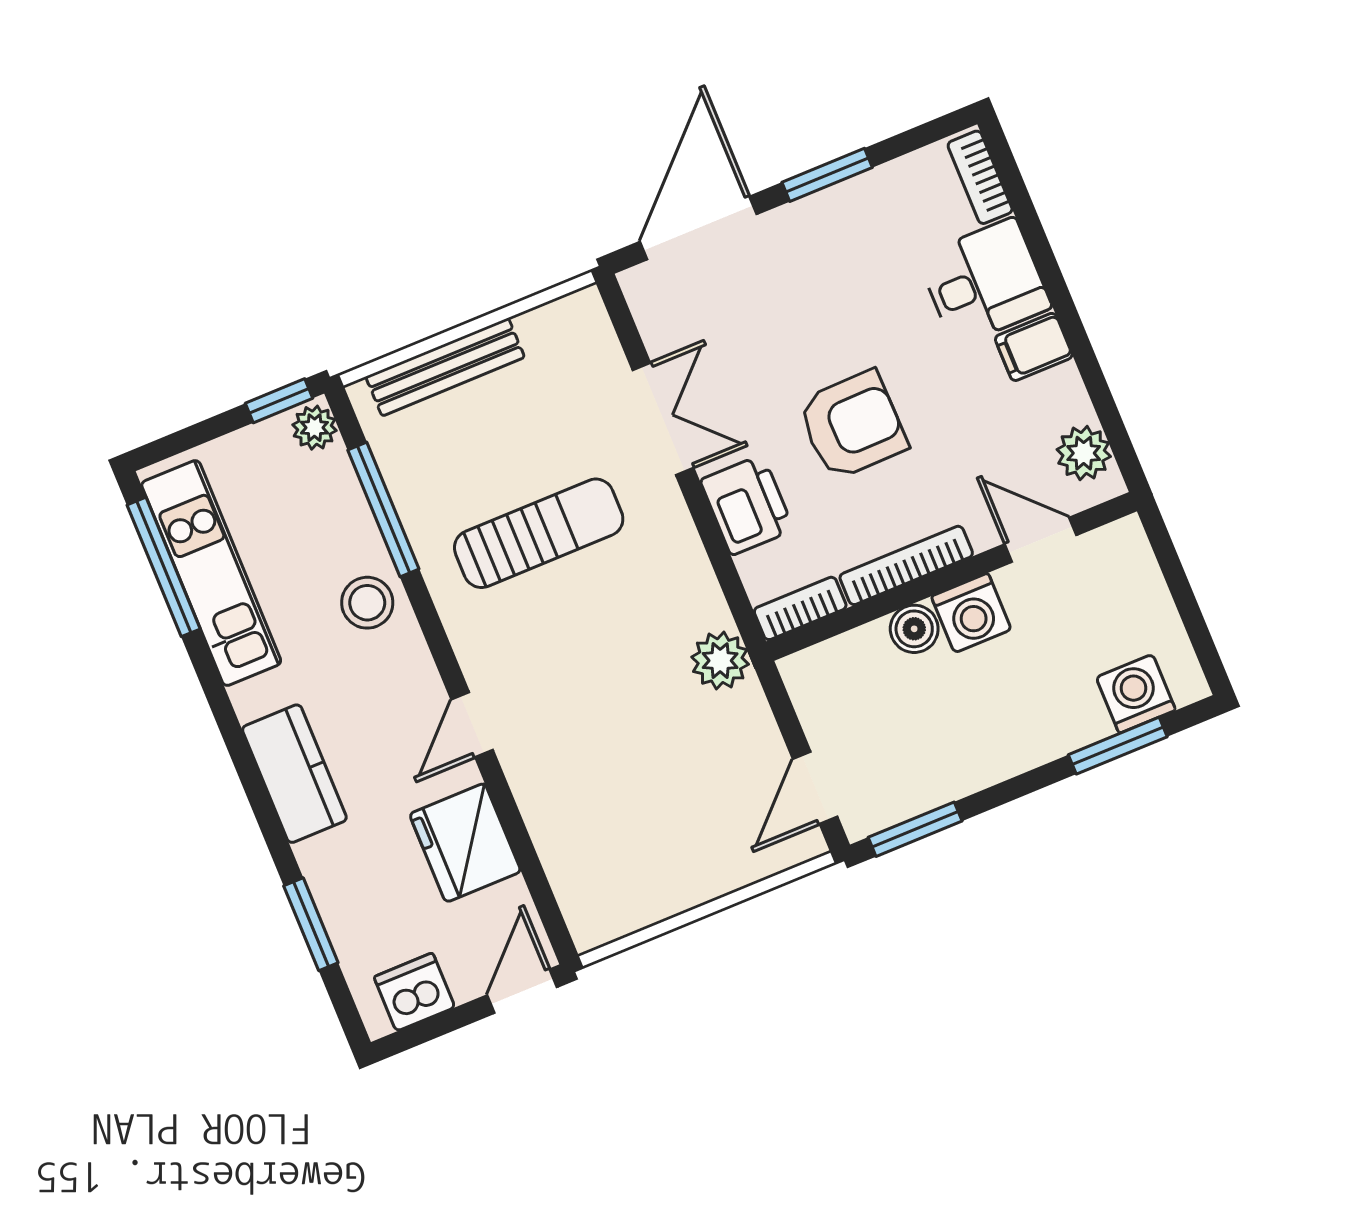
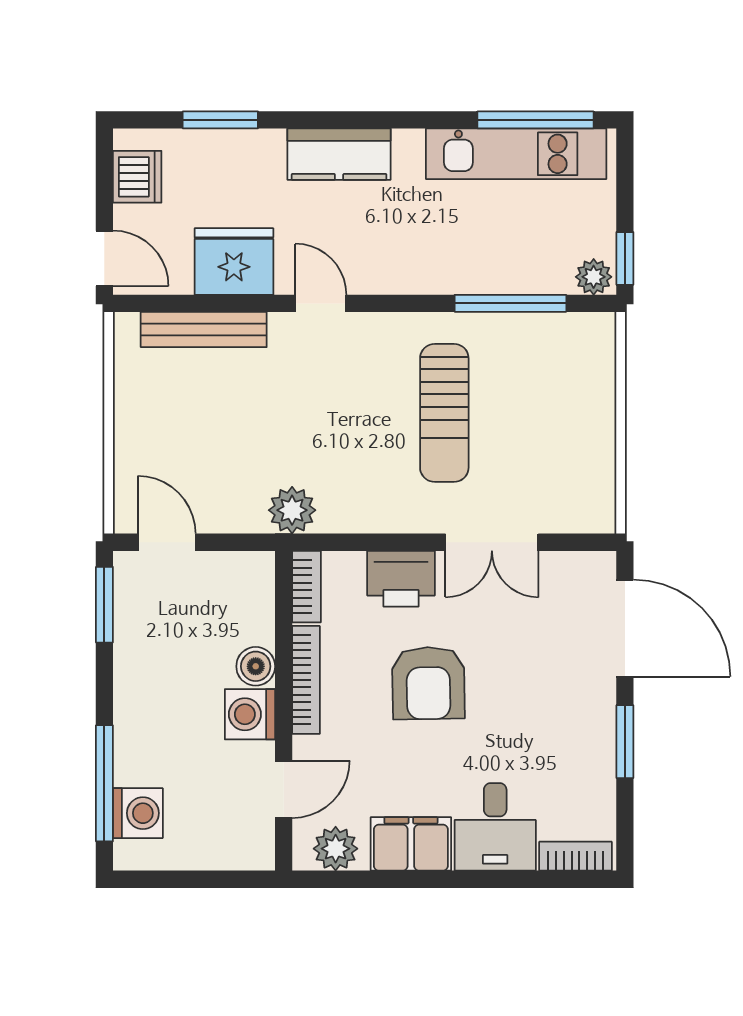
filing cabinet: (1034, 347) -> (411, 844), width x2.00
bench: (445, 367) -> (204, 330), moved, turned 90
stool: (367, 603) -> (445, 262), removed
window: (1118, 746) -> (104, 783), width x1.44

